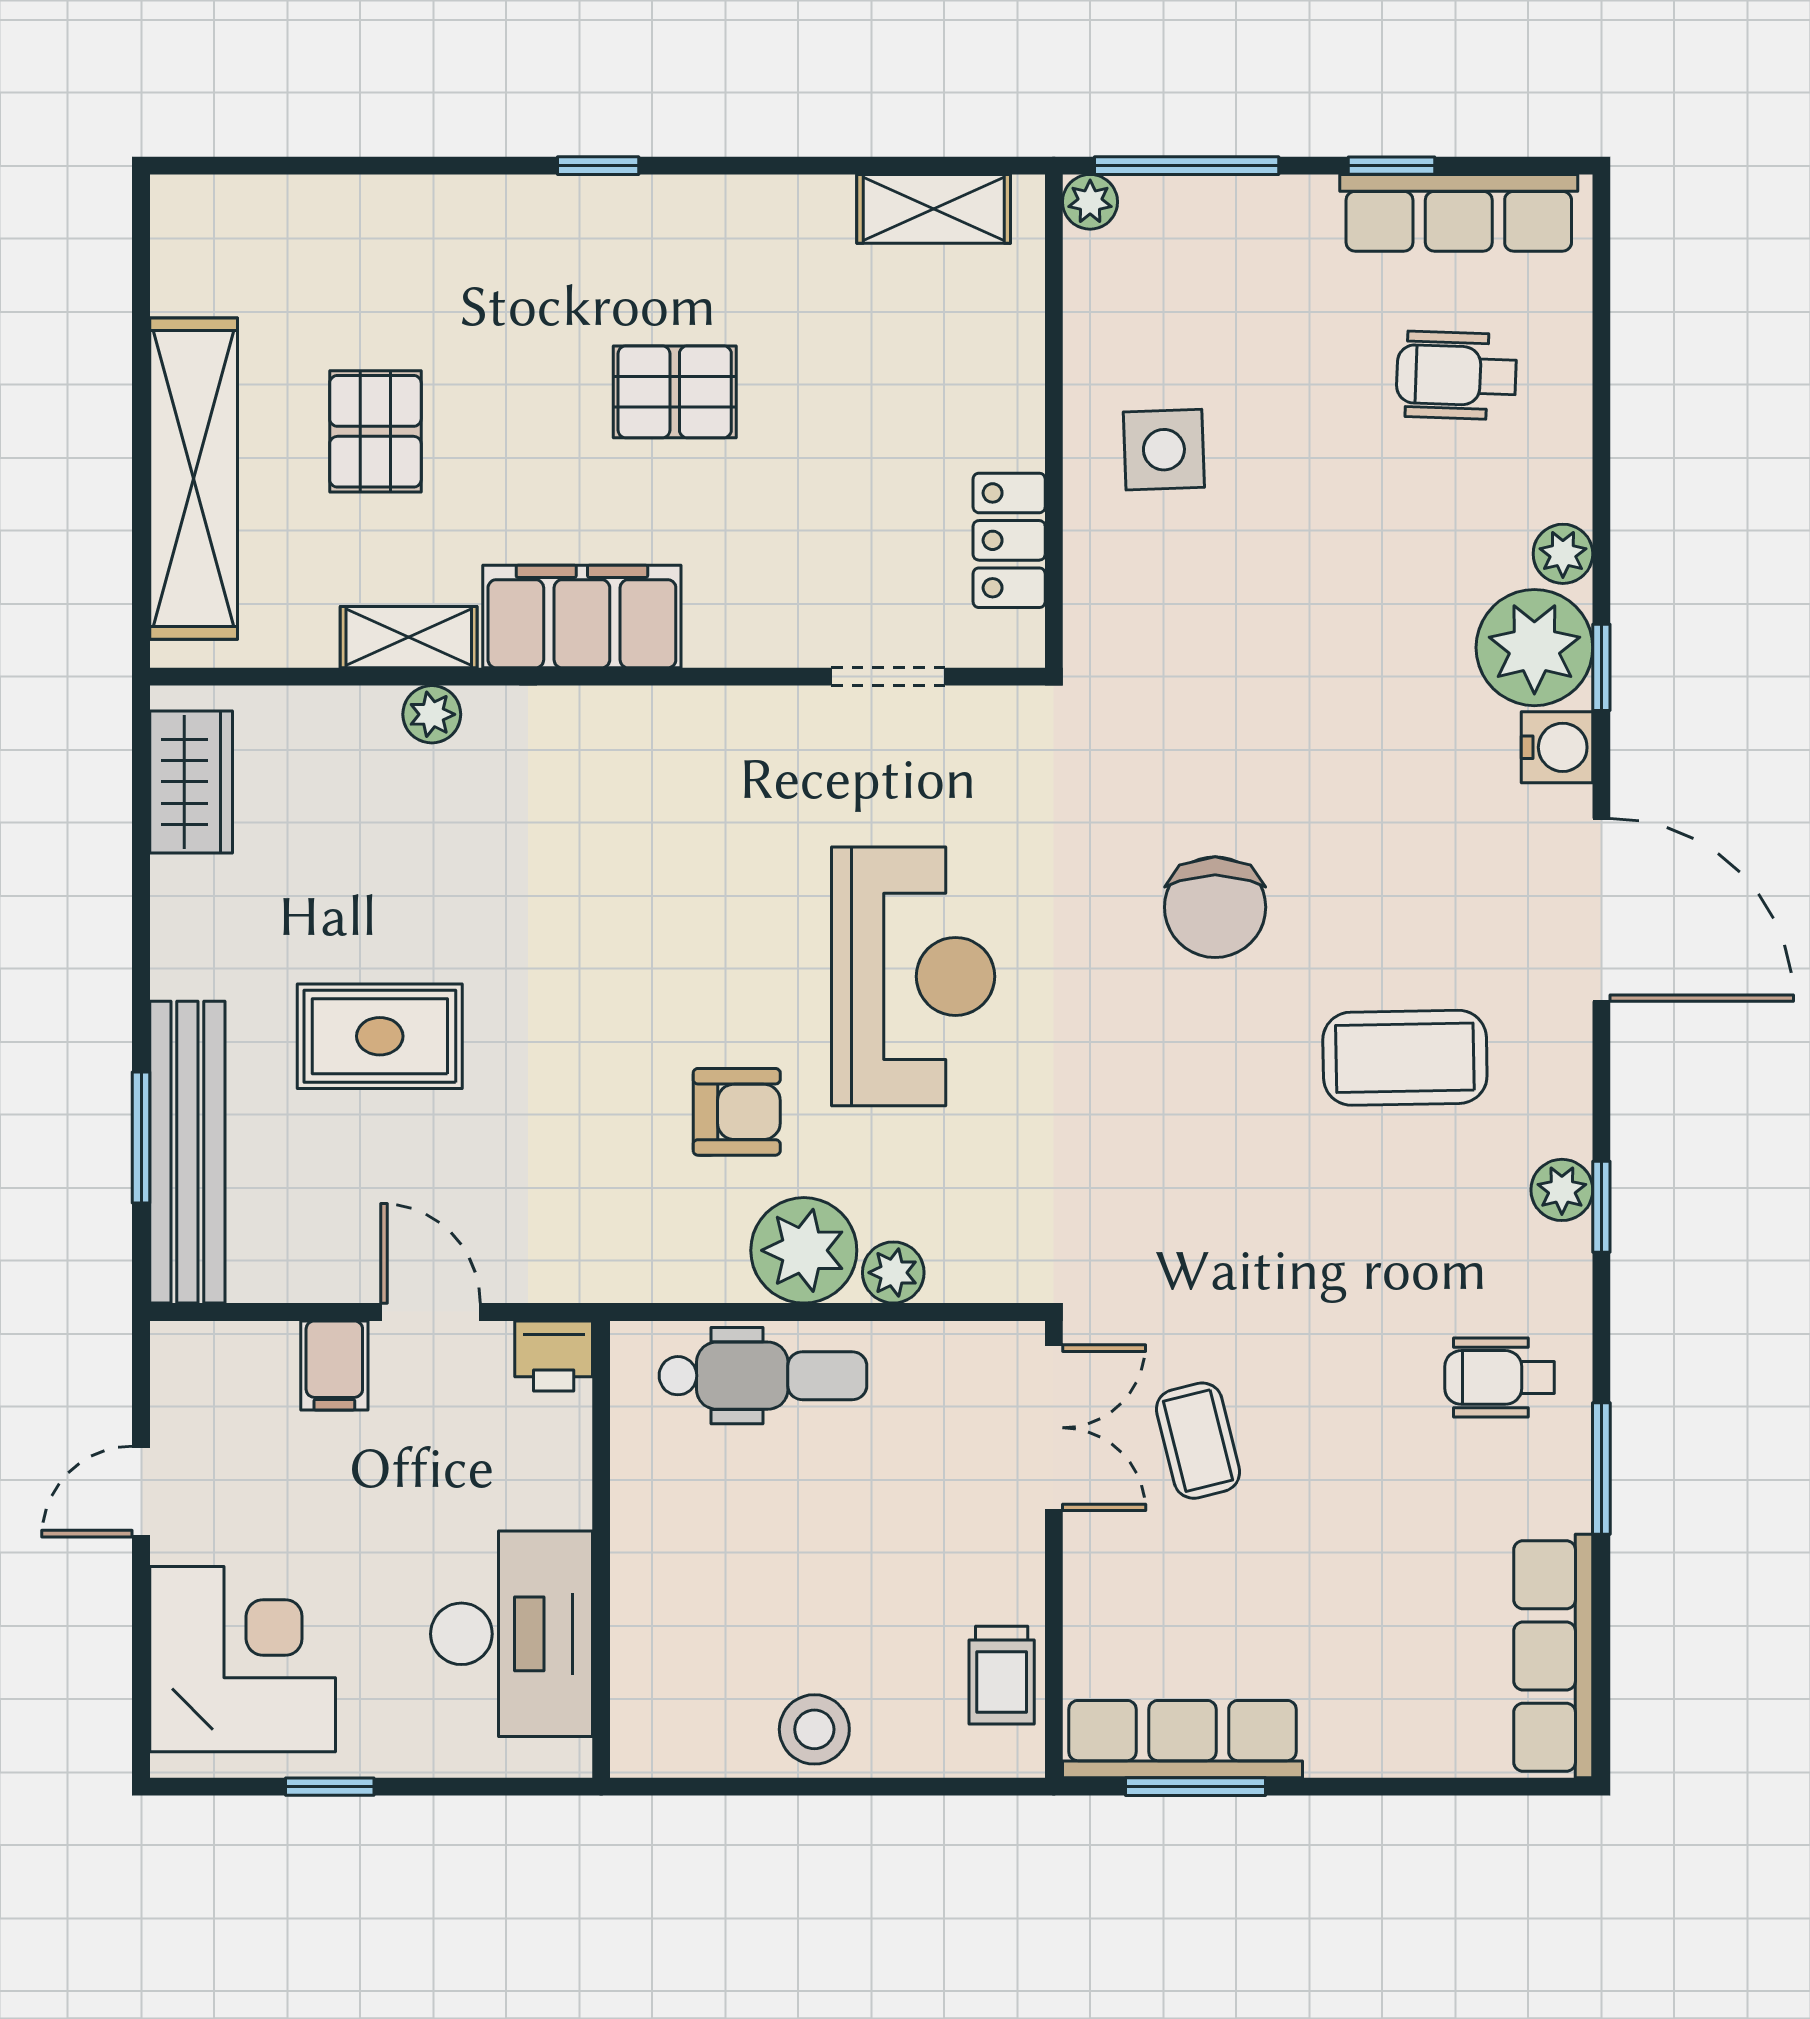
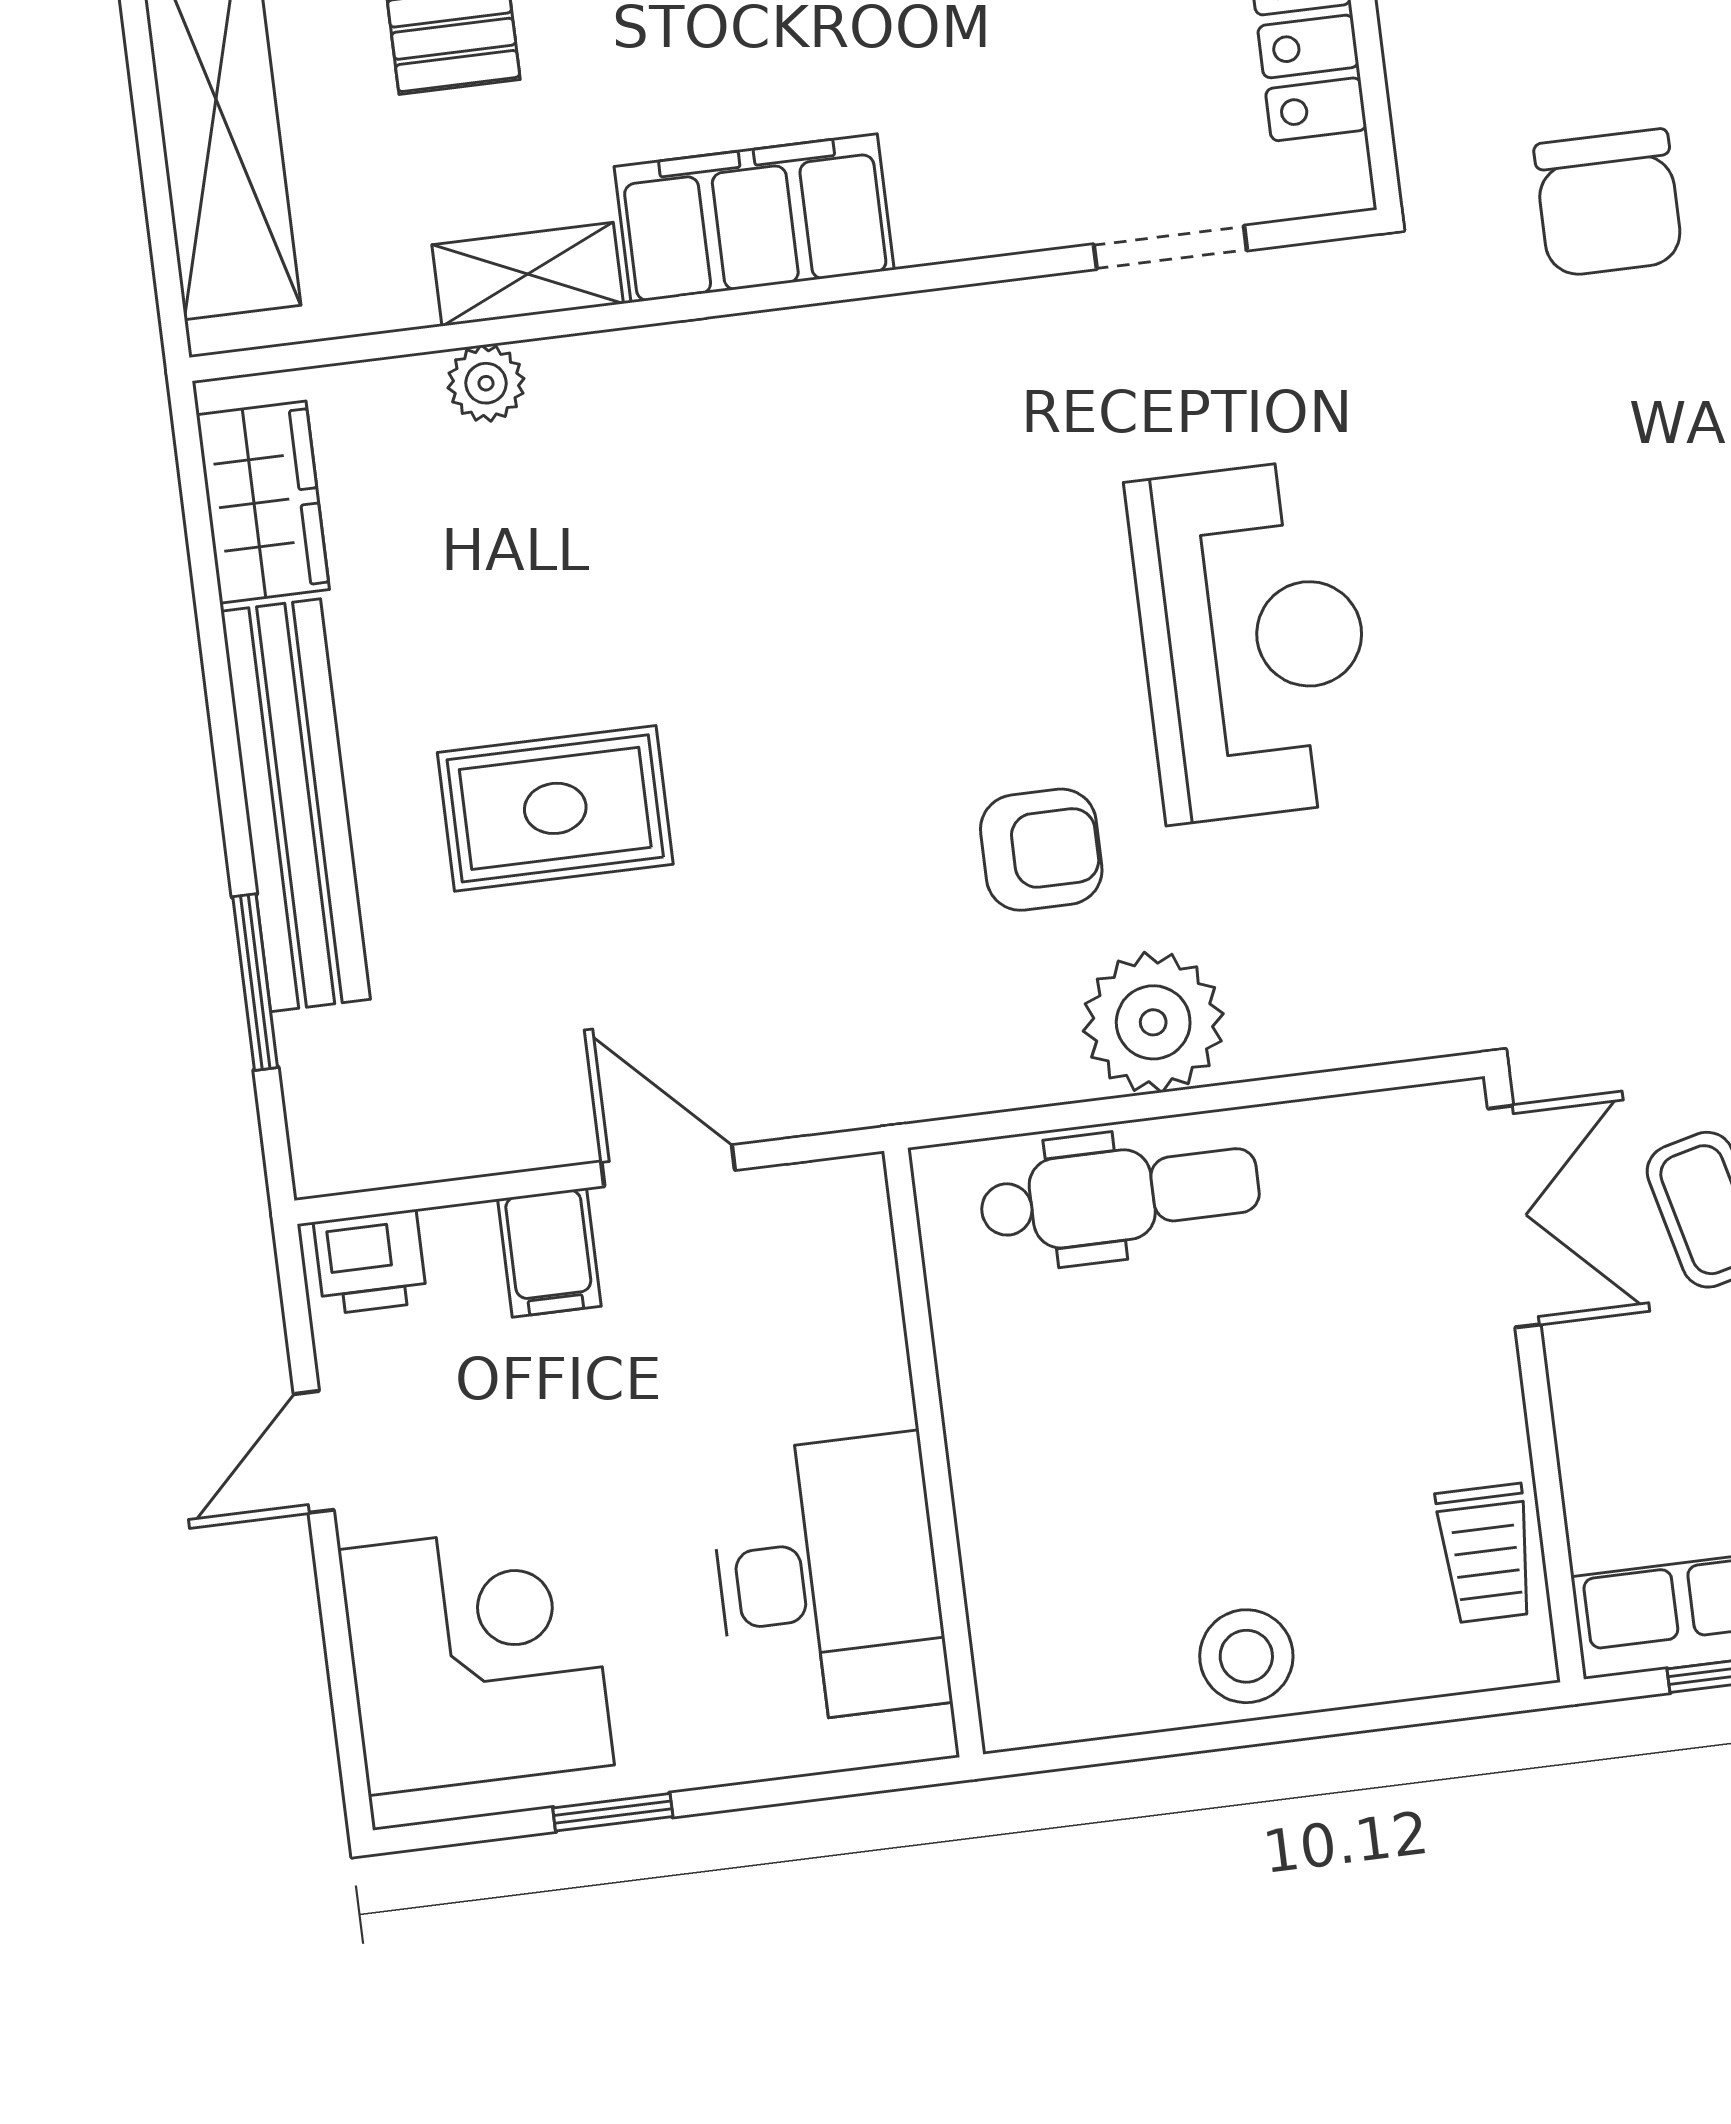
plant: (432, 714) -> (486, 383), moved
chair: (1215, 907) -> (1608, 203), moved
bench: (187, 1152) -> (296, 805), moved
plant: (893, 1273) -> (1276, 1037), removed
printer: (554, 1356) -> (370, 1262), moved

